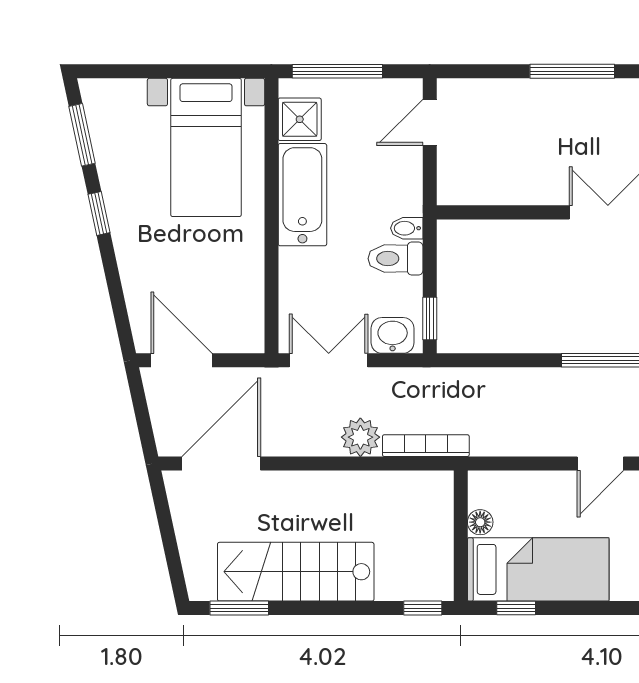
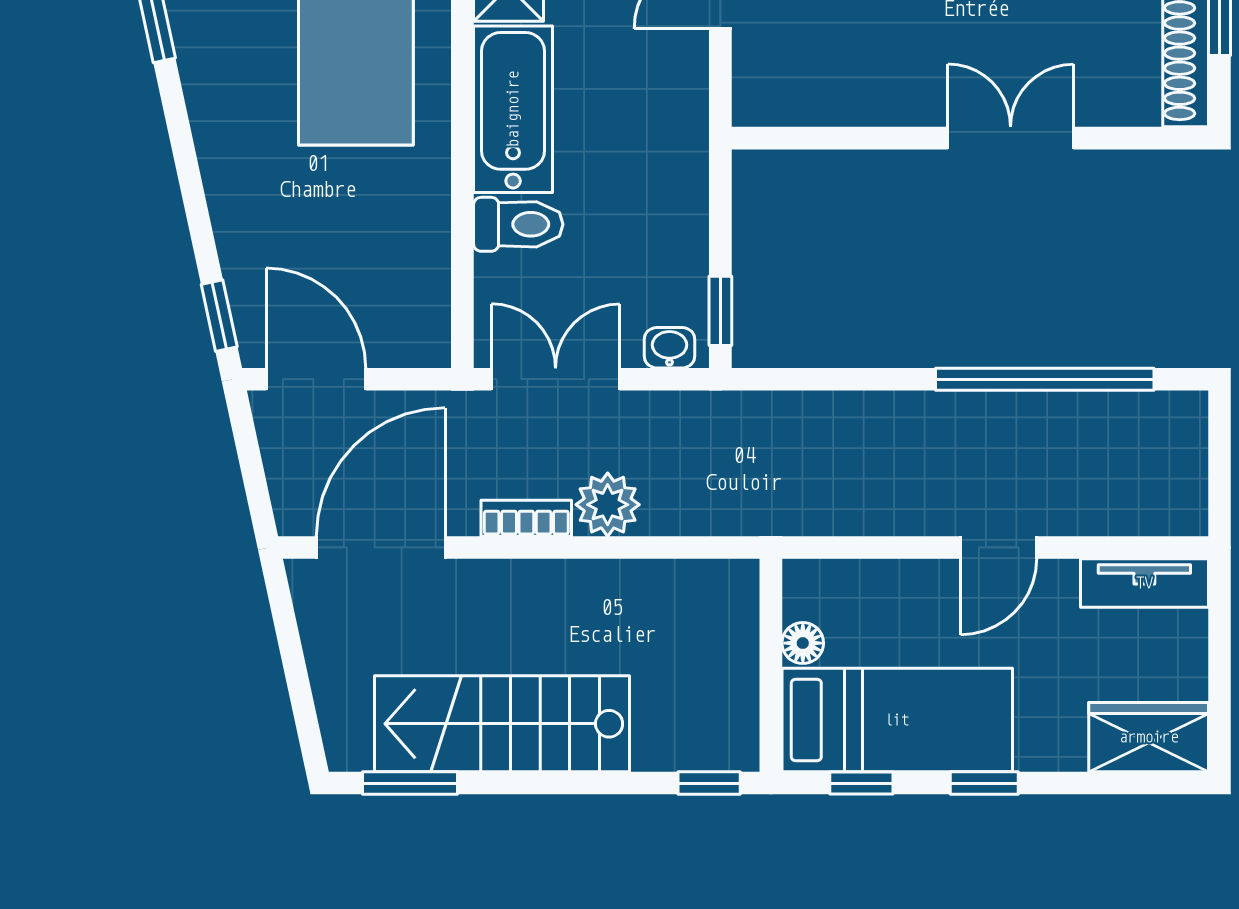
window: (99, 213) -> (219, 316), moved
bidet: (407, 228) -> (683, 164), removed
toilet: (395, 259) -> (518, 224), moved, turned 180
washbasin: (393, 335) -> (669, 348), width x0.72, depth x0.69
bookcase: (426, 446) -> (526, 518), moved, width x0.64
window: (592, 608) -> (984, 783), added

